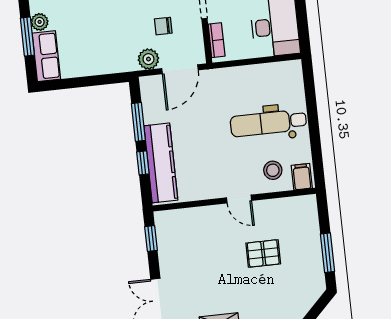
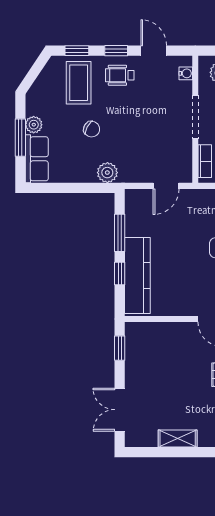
chair: (163, 26) -> (92, 129), moved, turned -152
plant: (148, 59) -> (107, 173), moved
door: (180, 69) -> (166, 186), width x0.73

